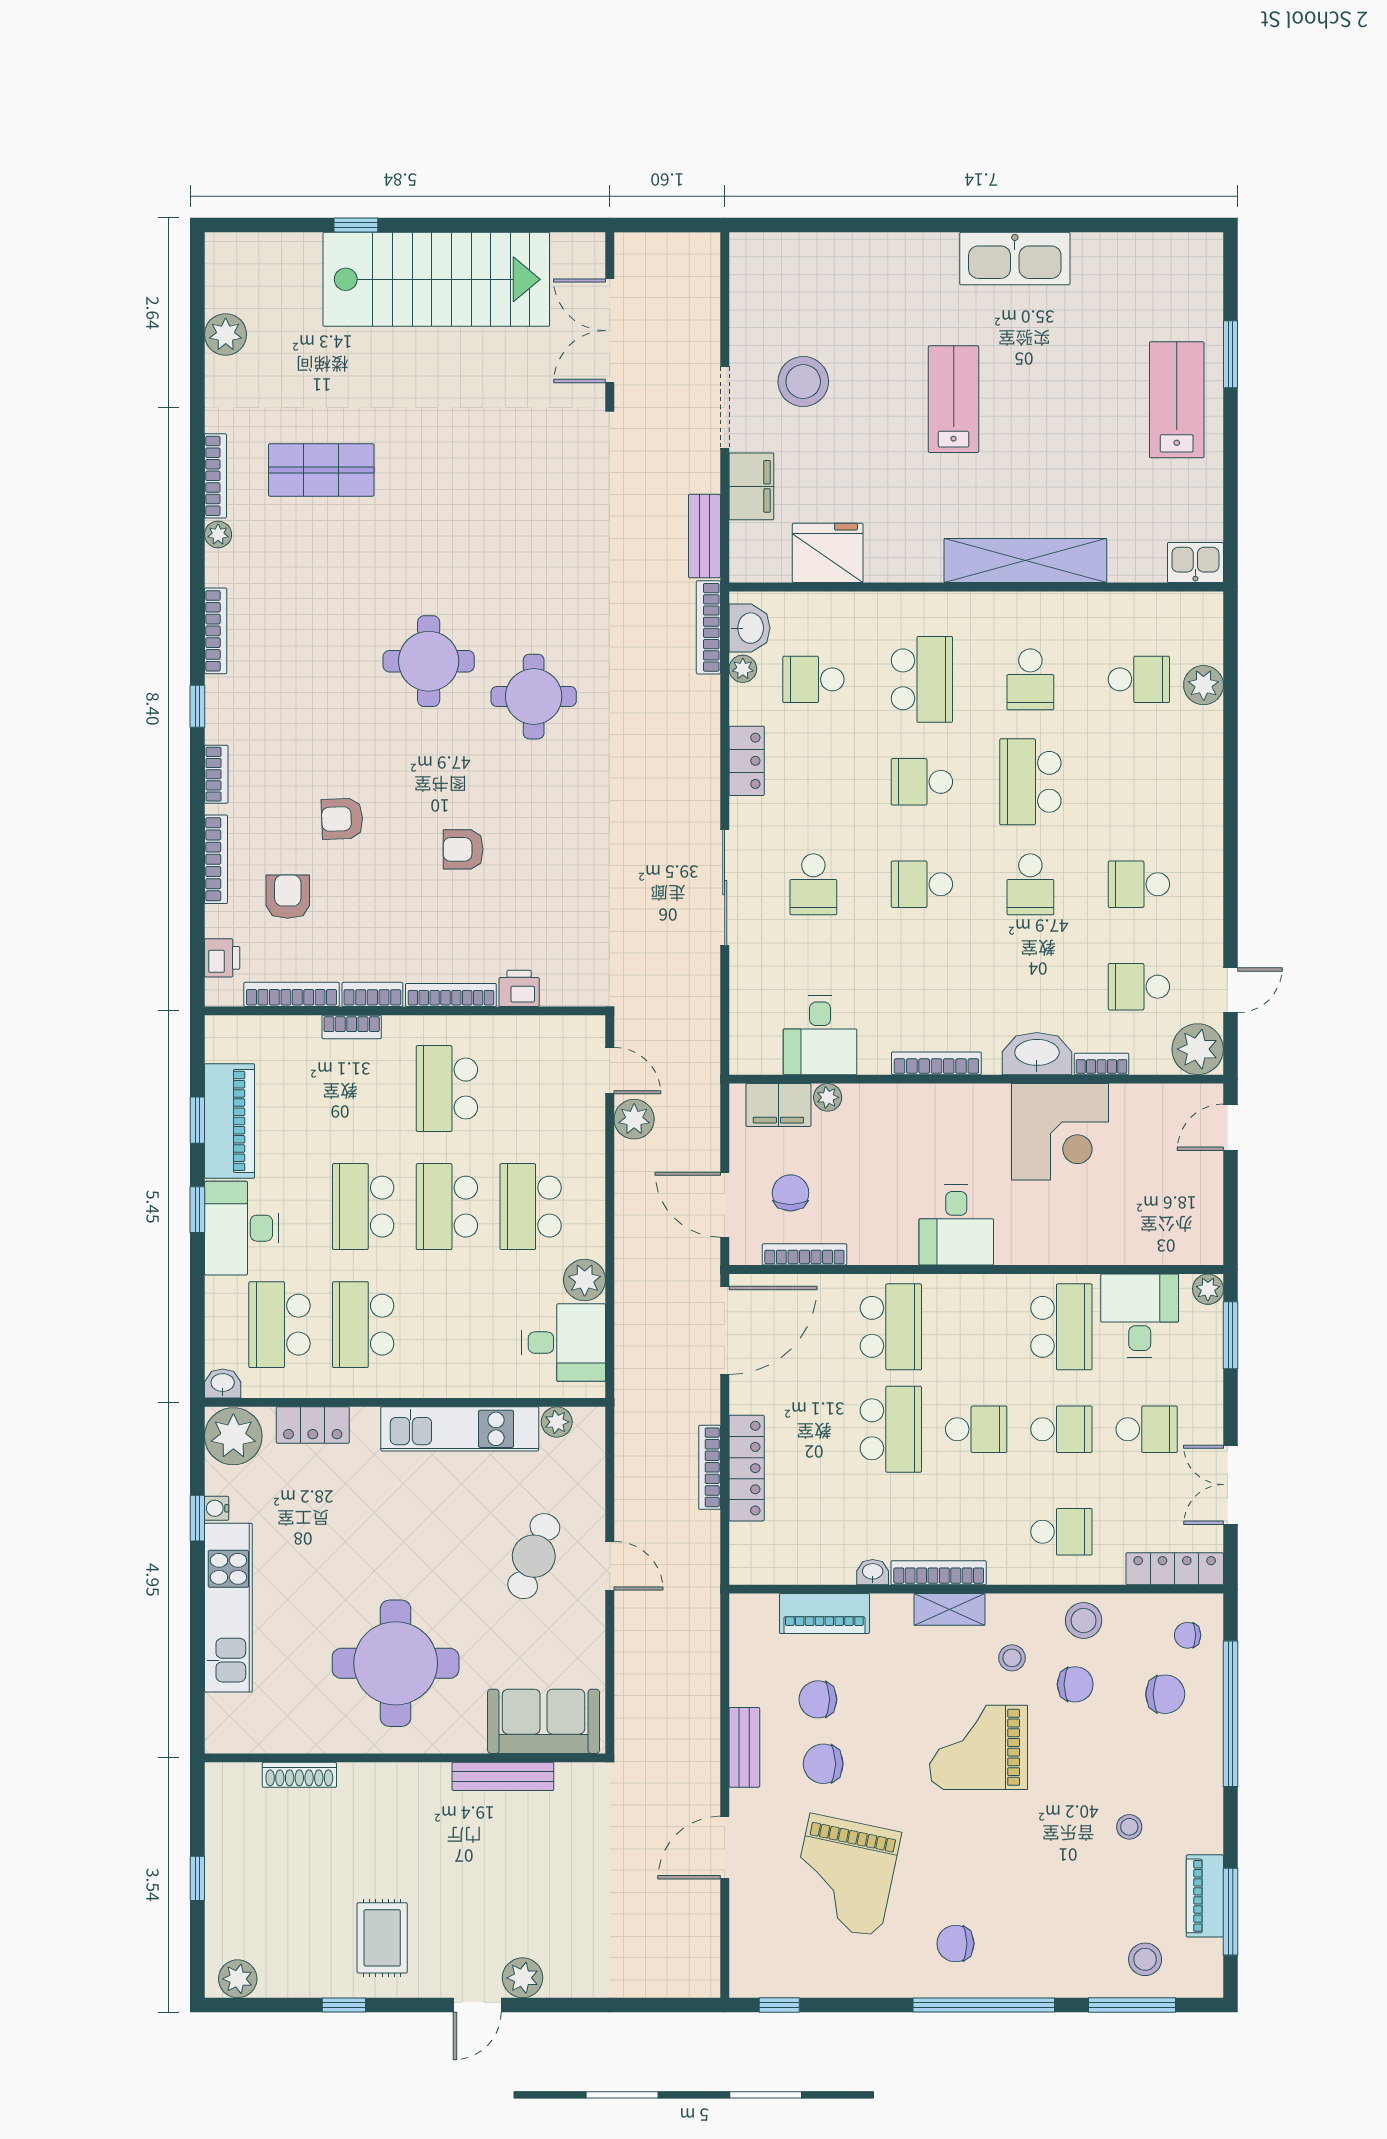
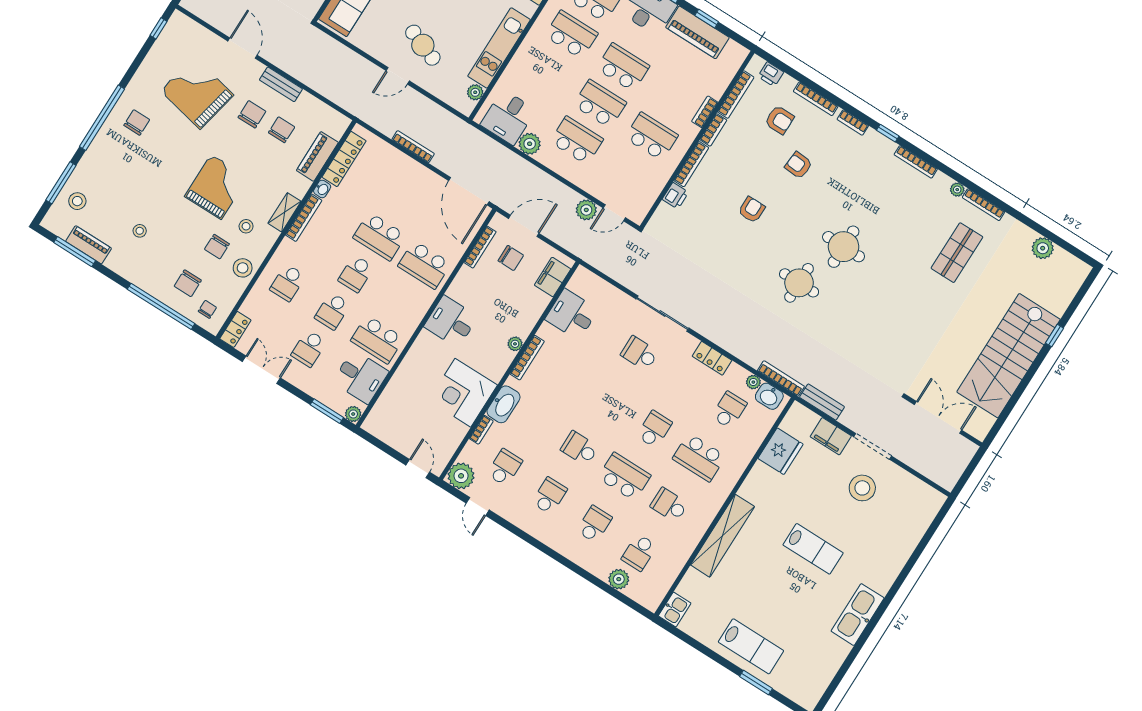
armchair: (342, 819) -> (798, 165), turned -84
school desk: (922, 884) -> (594, 524), moved
plant: (828, 1097) -> (515, 344), moved
locker: (747, 1468) -> (344, 159), moved, turned -90
locker: (1175, 1569) -> (235, 329), width x0.66

